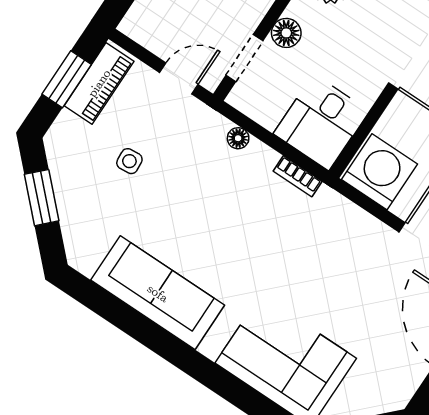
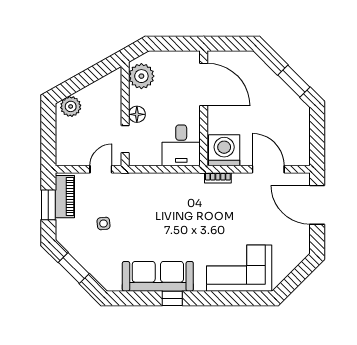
floor lamp: (238, 138) -> (147, 179), removed
bookcase: (298, 176) -> (218, 178), moved
window: (157, 339) -> (172, 298), added

